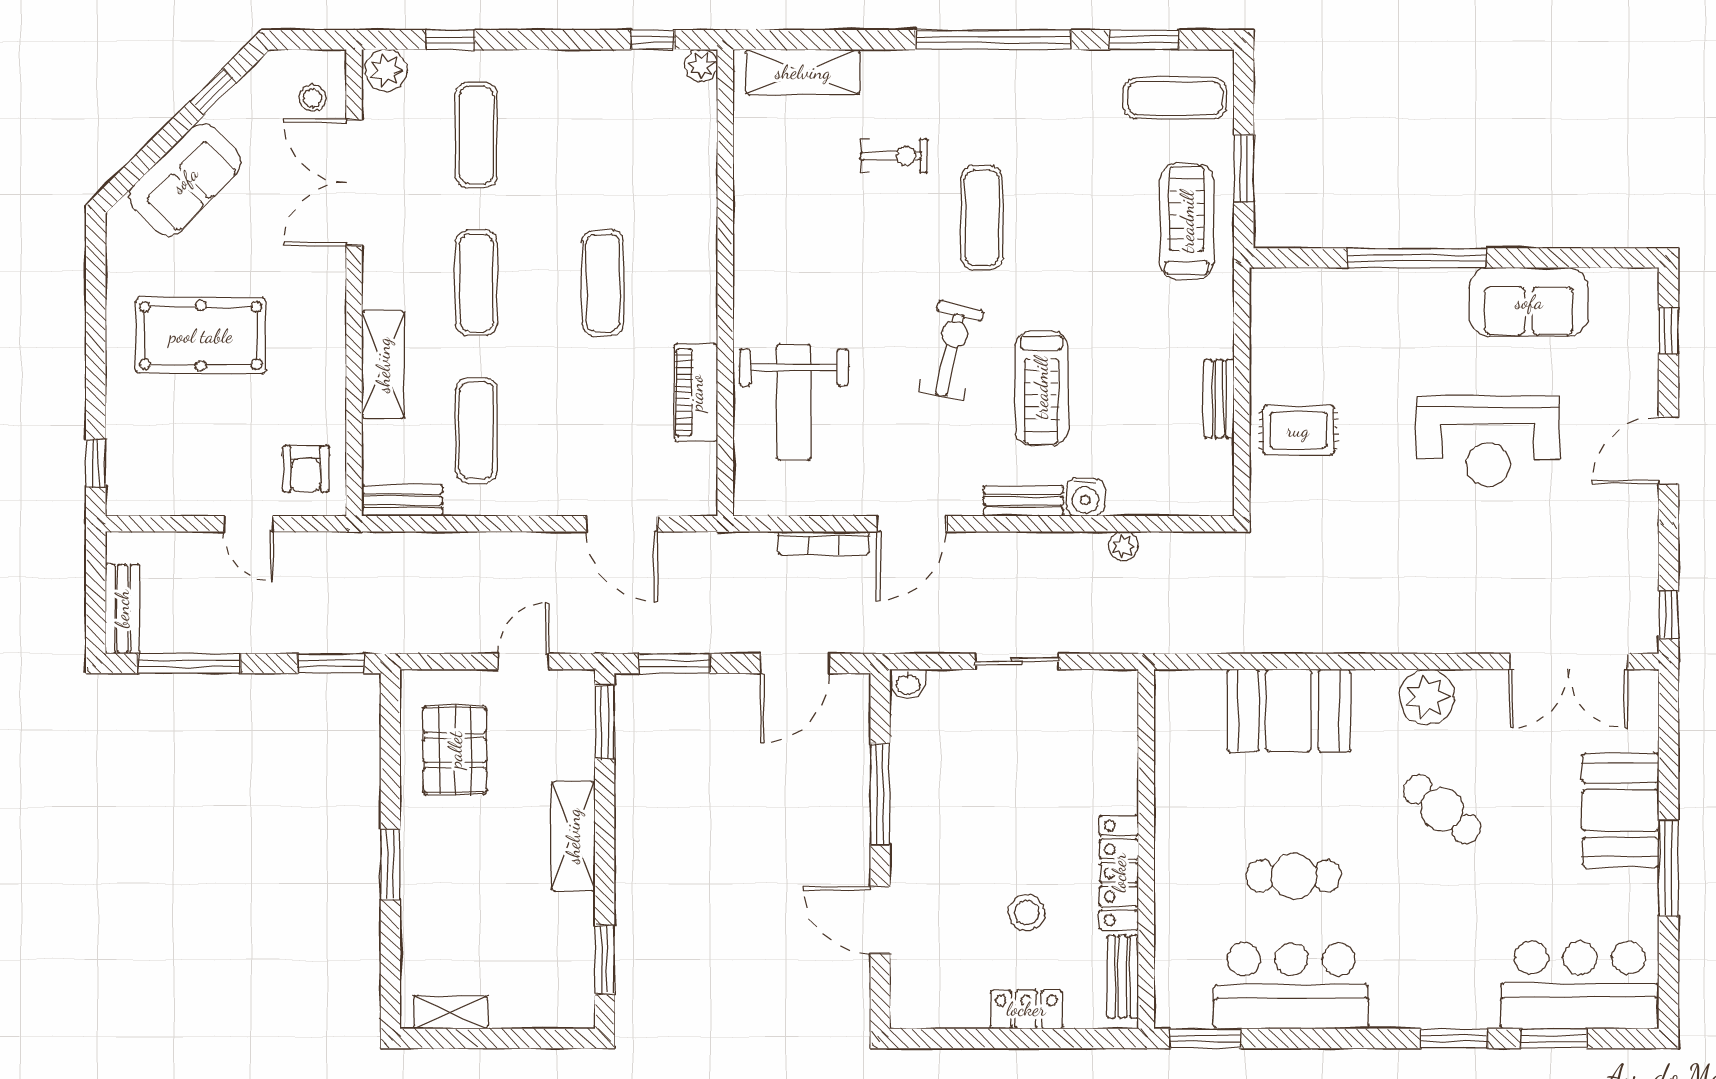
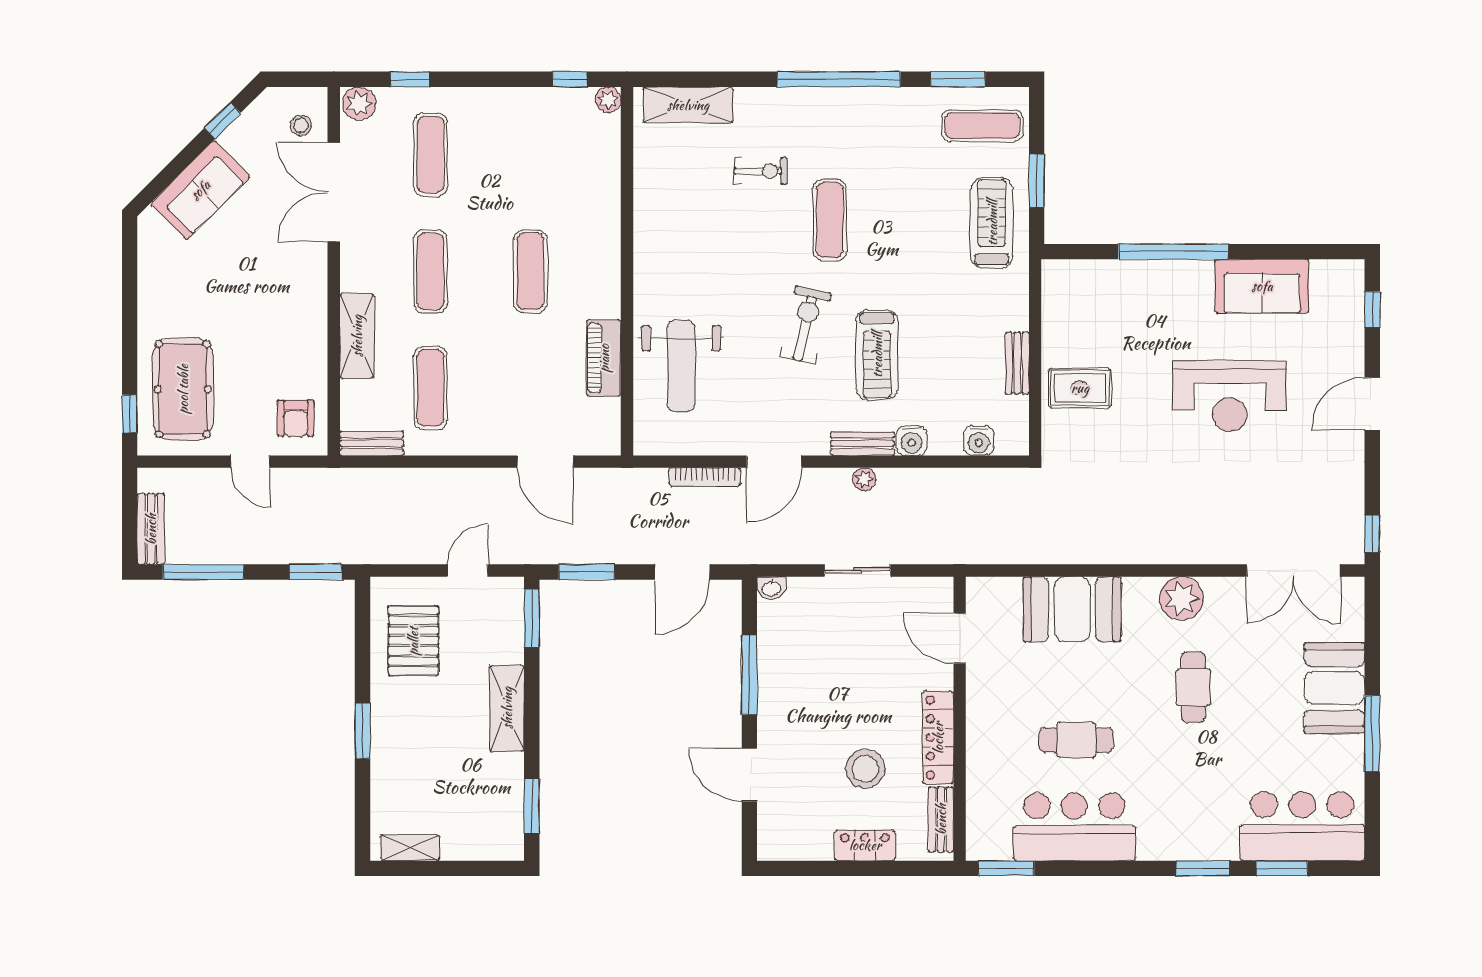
pool table: (201, 336) -> (183, 389), moved, turned 90
water cooler: (1171, 497) -> (979, 441), added
plant: (1124, 546) -> (864, 479), moved
door: (1146, 747) -> (960, 638), added
cafe table: (1442, 809) -> (1193, 687), turned 51
stool: (1027, 913) -> (865, 769), width x1.38, depth x1.38

